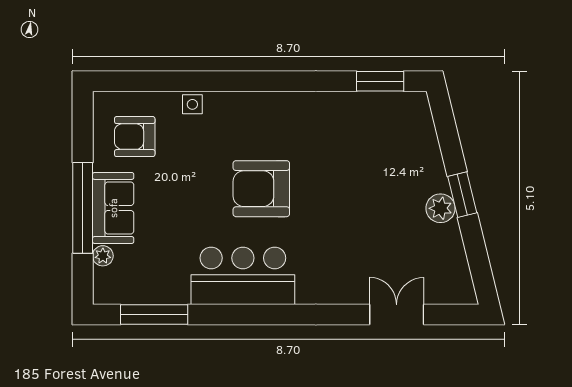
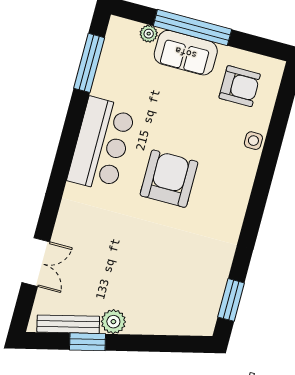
armchair: (135, 137) -> (240, 86), turned 90
window: (462, 195) -> (88, 342), moved
bench: (457, 259) -> (68, 324), added

